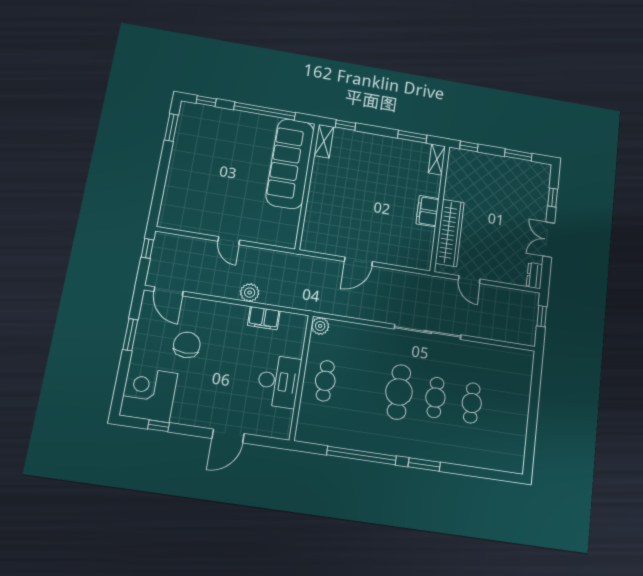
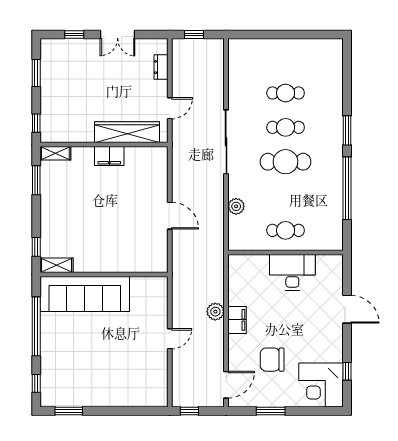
dresser: (534, 276) -> (161, 67), moved, turned 90
filing cabinet: (264, 318) -> (237, 320), moved
plant: (320, 326) -> (236, 206), moved

